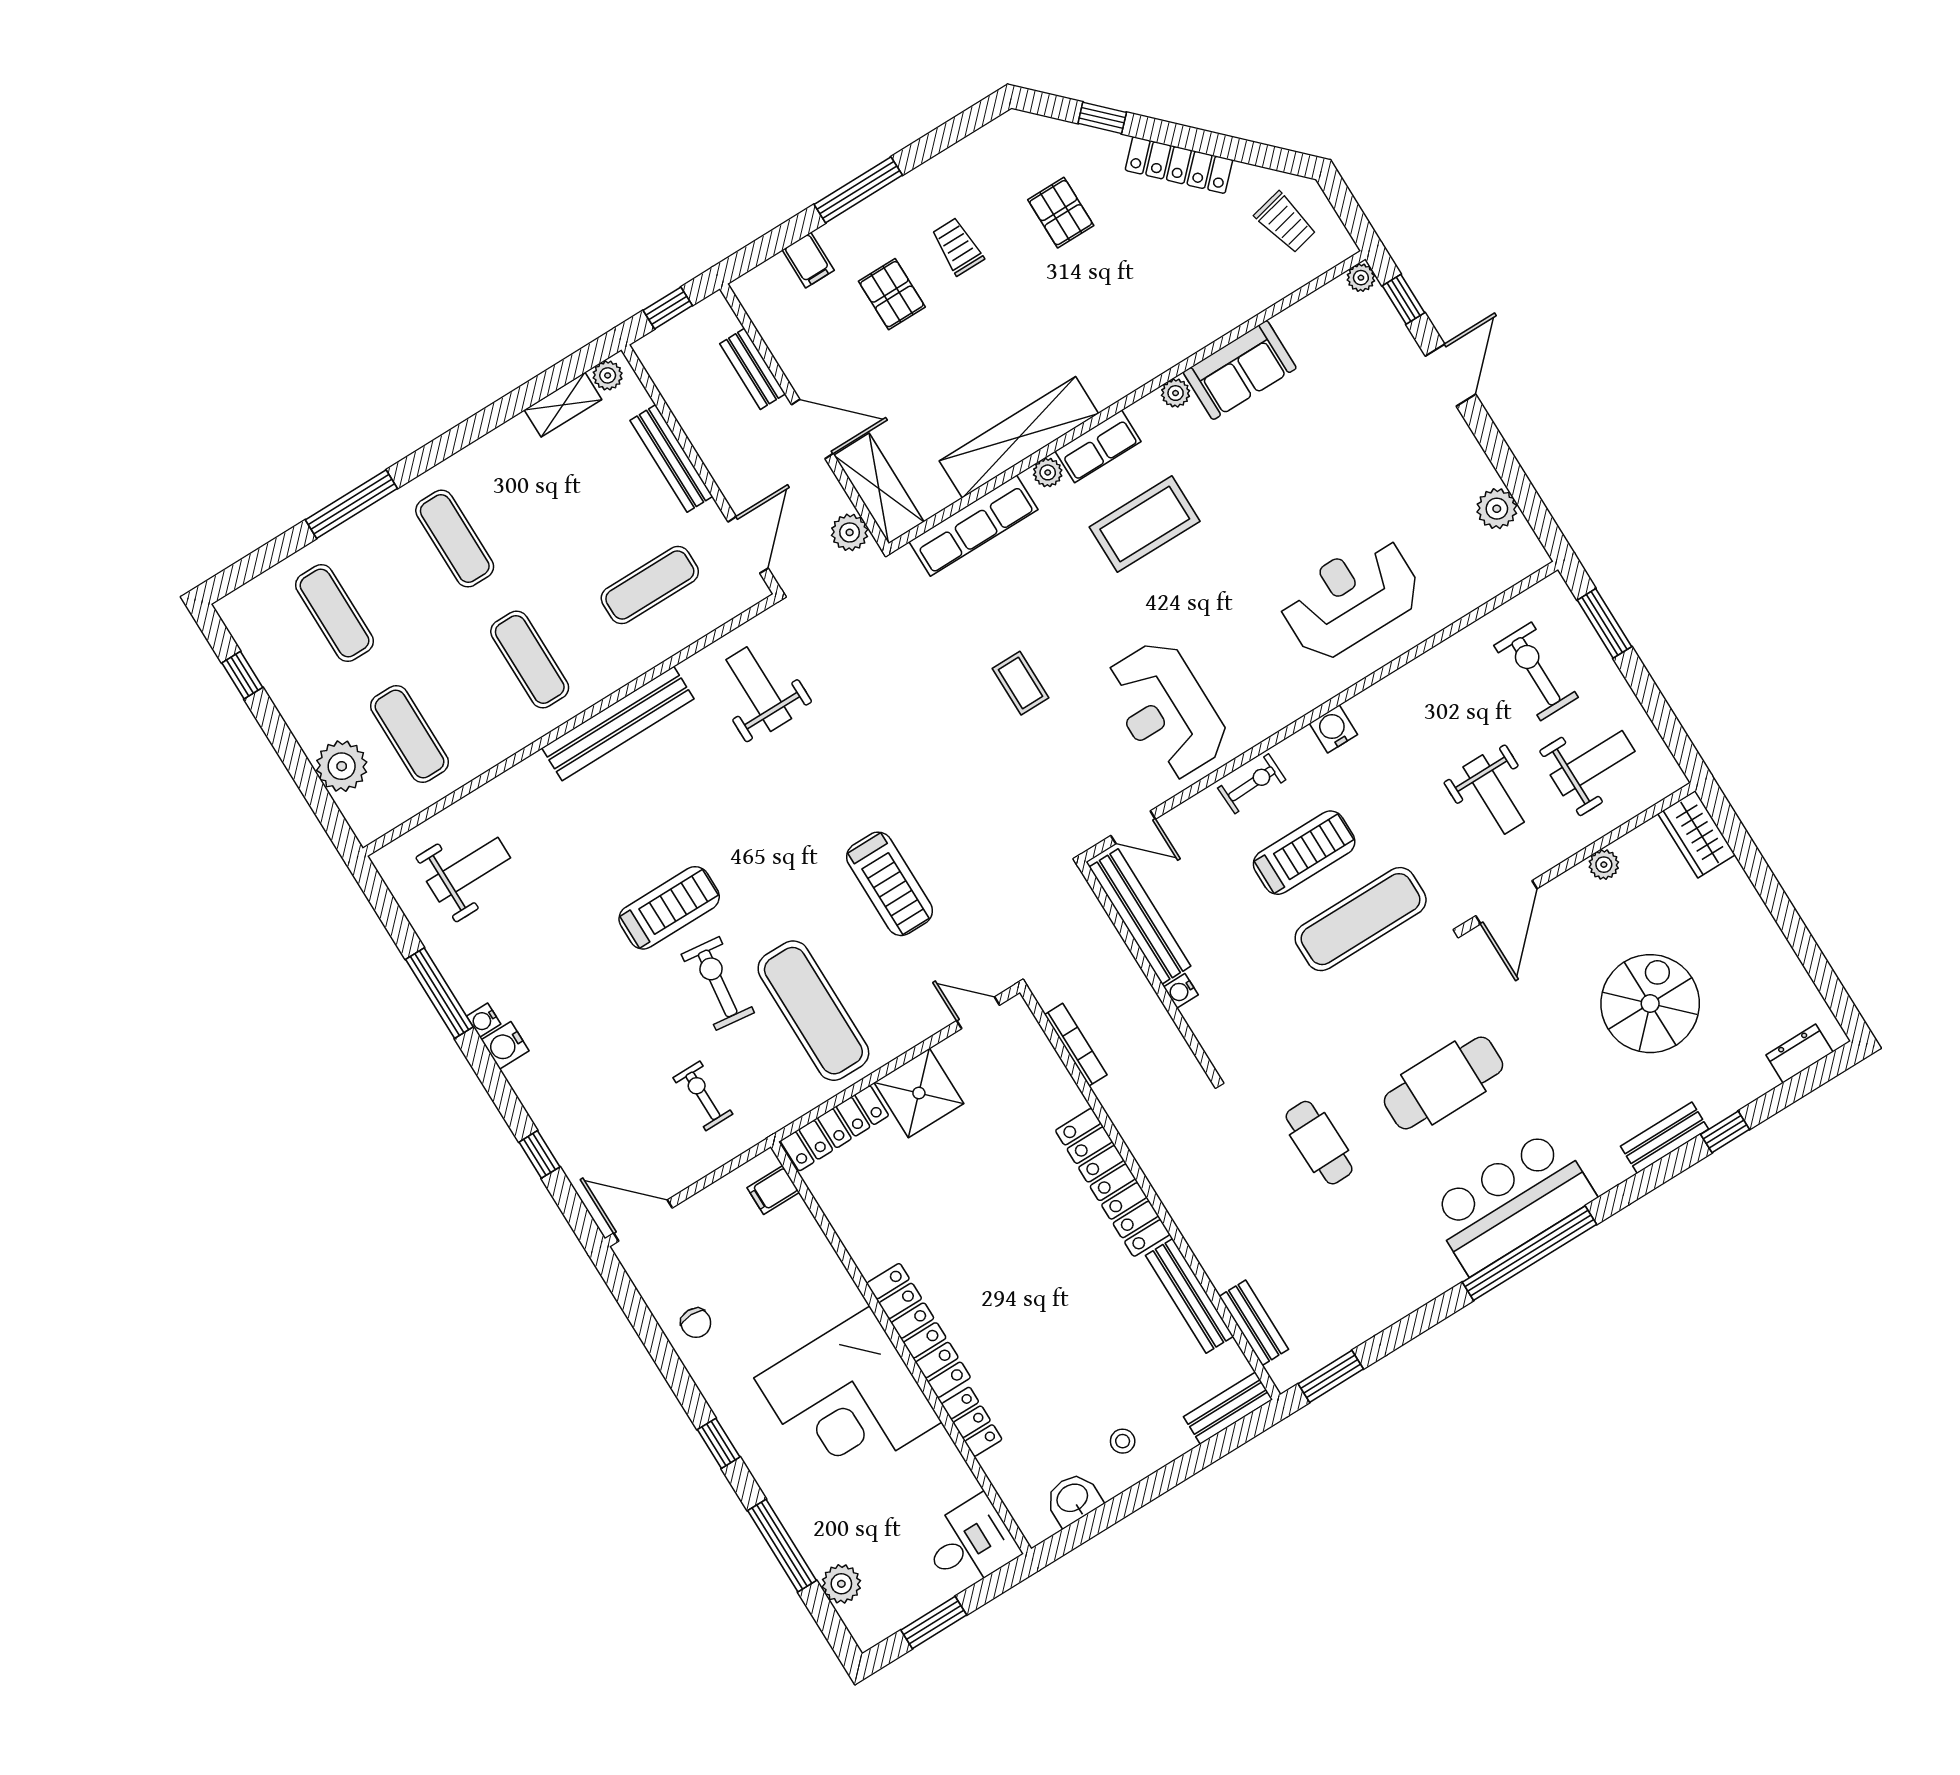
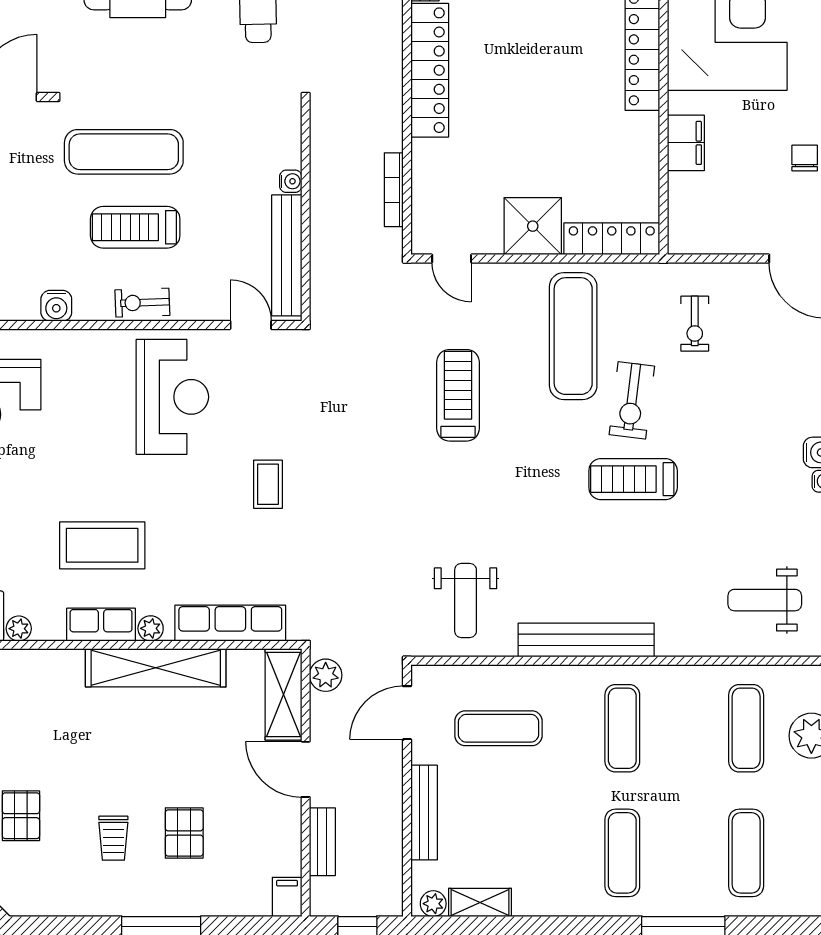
filing cabinet: (808, 260) -> (287, 897), moved
filing cabinet: (773, 1190) -> (686, 143), moved, width x2.00

